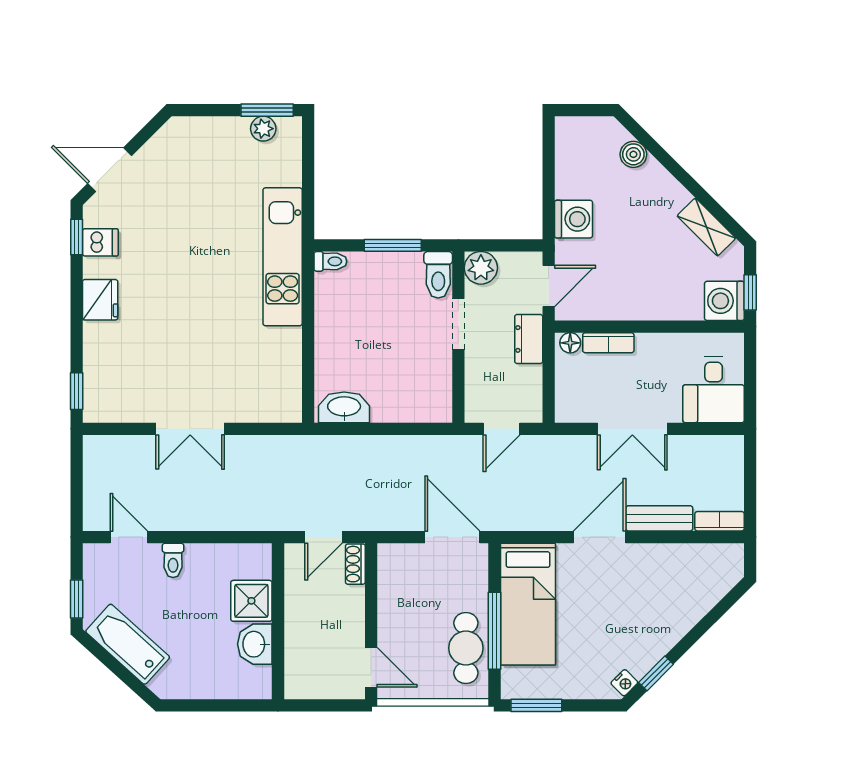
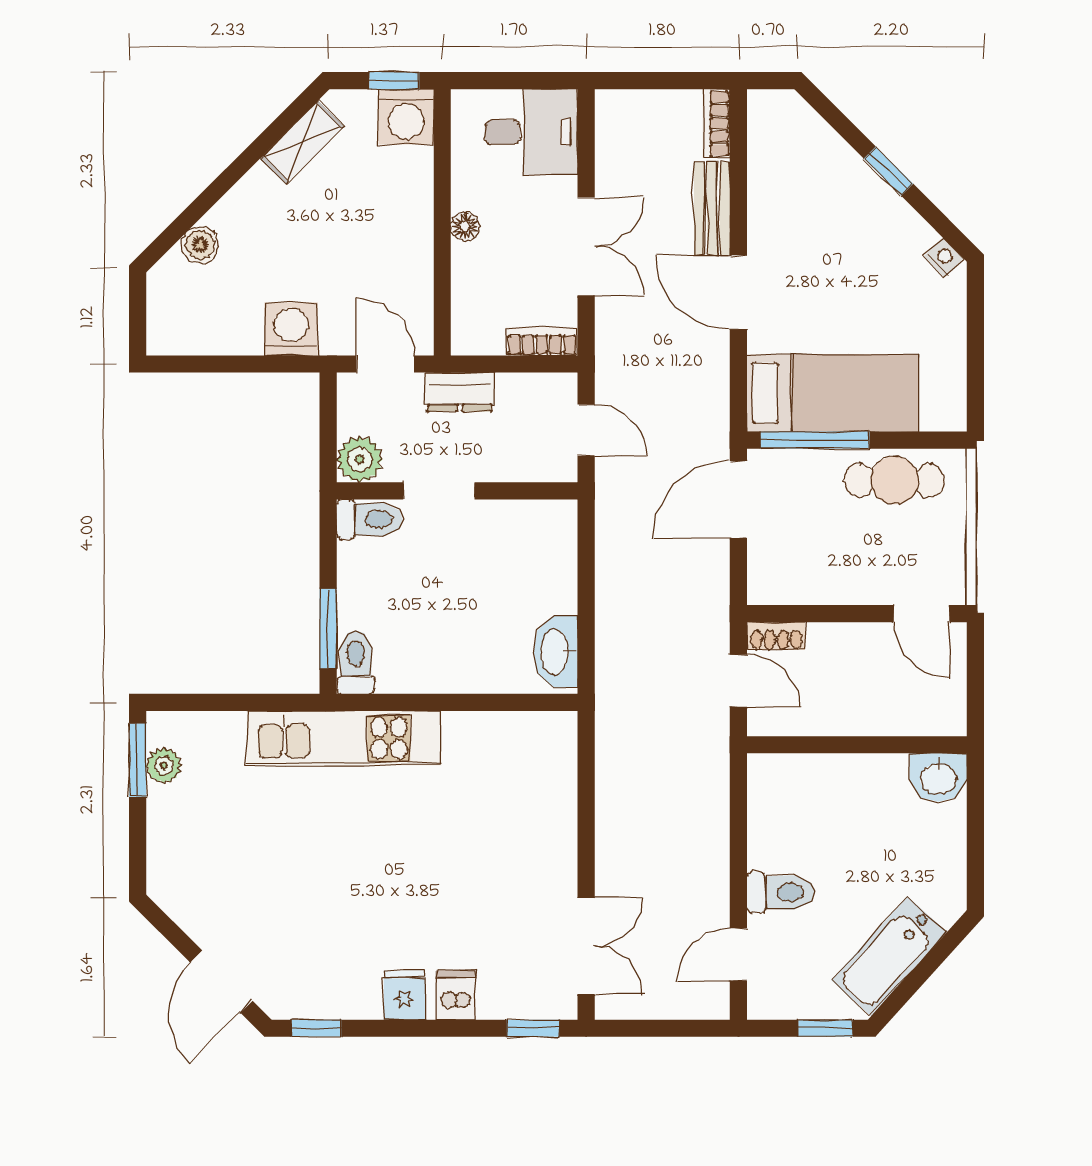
dishwasher: (100, 242) -> (456, 995), moved
window: (393, 245) -> (328, 629), moved
toilet: (330, 261) -> (356, 662), width x1.37, depth x1.39
fridge: (100, 300) -> (404, 995), width x0.72
floor lamp: (570, 343) -> (465, 226), moved
bookcase: (608, 343) -> (542, 341), moved, turned -90
double door: (190, 429) -> (586, 946), moved
toilet: (173, 560) -> (781, 892), width x1.37, depth x1.39
shower: (251, 601) -> (828, 782), removed
window: (495, 631) -> (815, 440), moved
washbasin: (255, 644) -> (938, 777), moved
door: (371, 667) -> (922, 614), swing flipped
window: (656, 673) -> (888, 171), moved
window: (536, 705) -> (975, 381), removed

